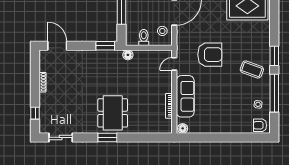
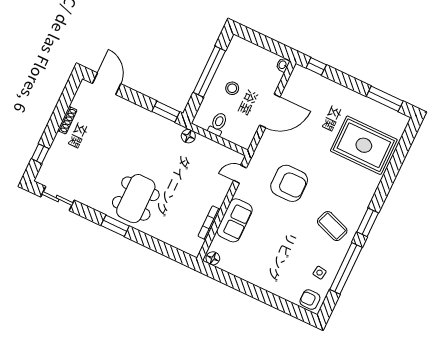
stool: (162, 31) -> (232, 88), moved
sofa: (185, 96) -> (235, 220), width x0.73

